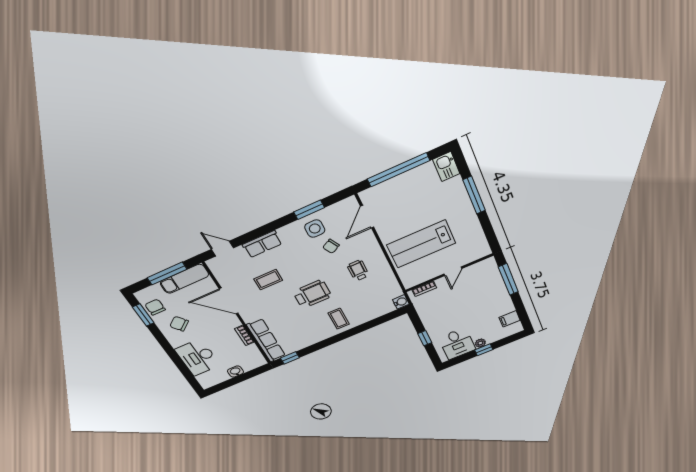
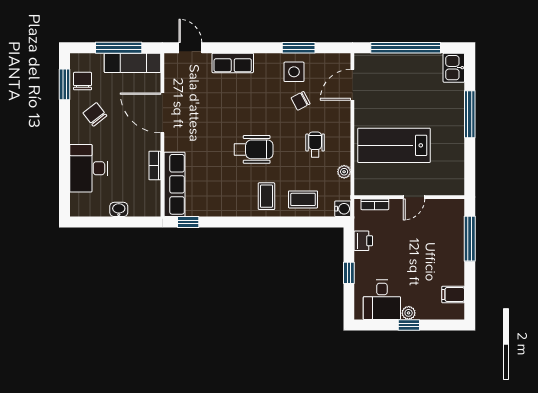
plant: (390, 278) -> (344, 172), added
coffee table: (268, 280) -> (303, 199), moved
printer: (426, 315) -> (363, 241), added

